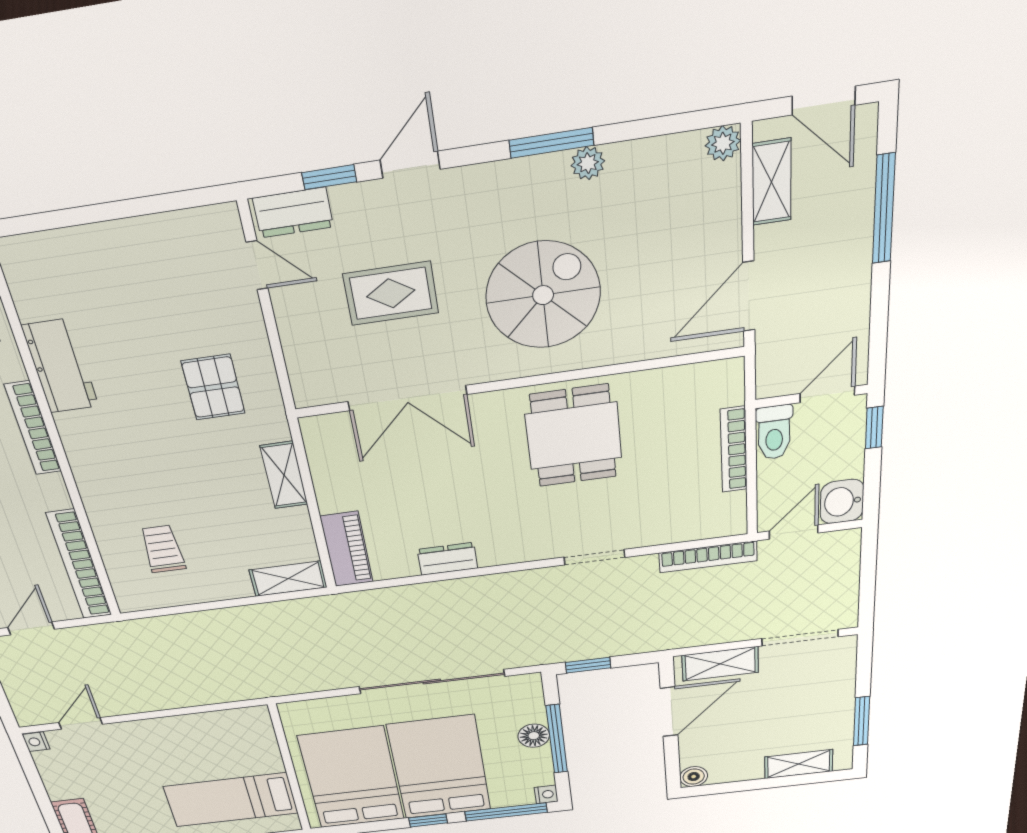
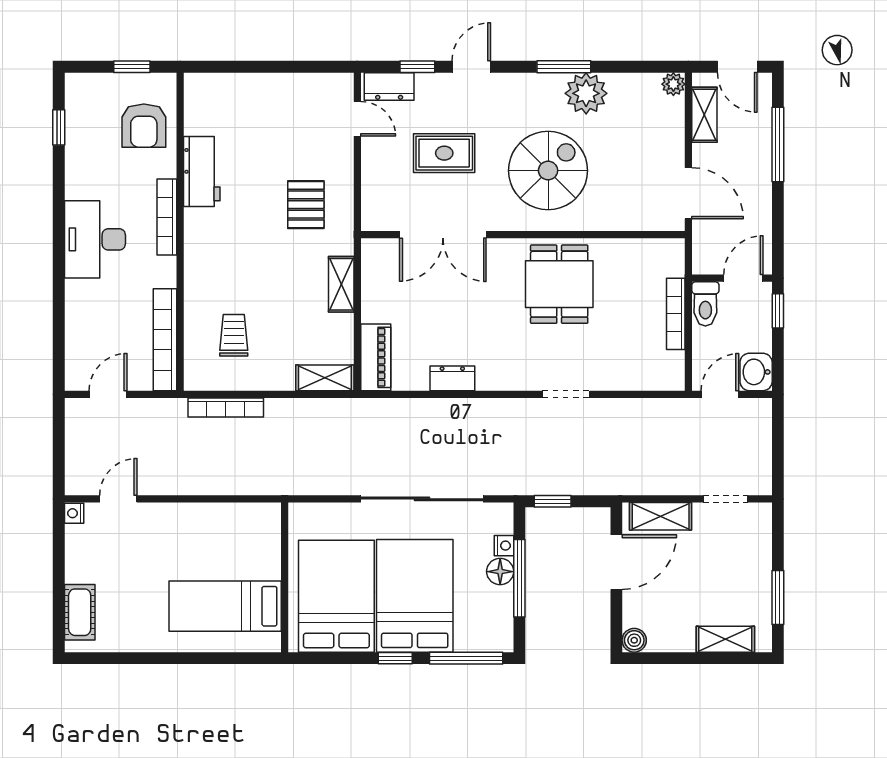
plant: (588, 163) -> (586, 93), width x1.88, depth x1.88
door: (749, 296) -> (688, 193), swing flipped
bookcase: (708, 557) -> (226, 407), moved
doorway: (800, 638) -> (725, 499), width x0.73
nightstand: (546, 794) -> (504, 546), moved

